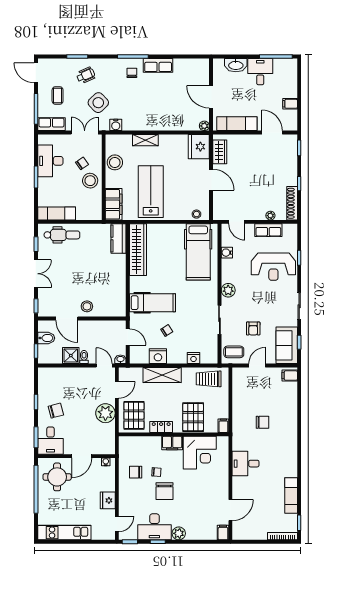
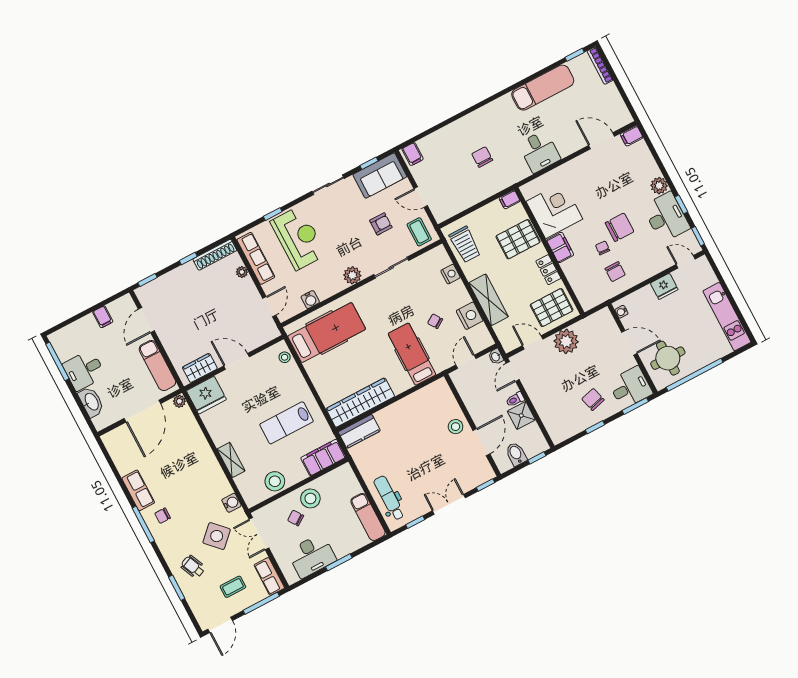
door: (211, 97) -> (142, 411), width x1.36
door: (211, 180) -> (237, 361), hinge flipped
lab bench: (151, 192) -> (286, 423), width x0.73, depth x0.72
row of seats: (268, 230) -> (256, 258), width x1.48
exam couch: (291, 496) -> (543, 88), width x1.36, depth x1.45

